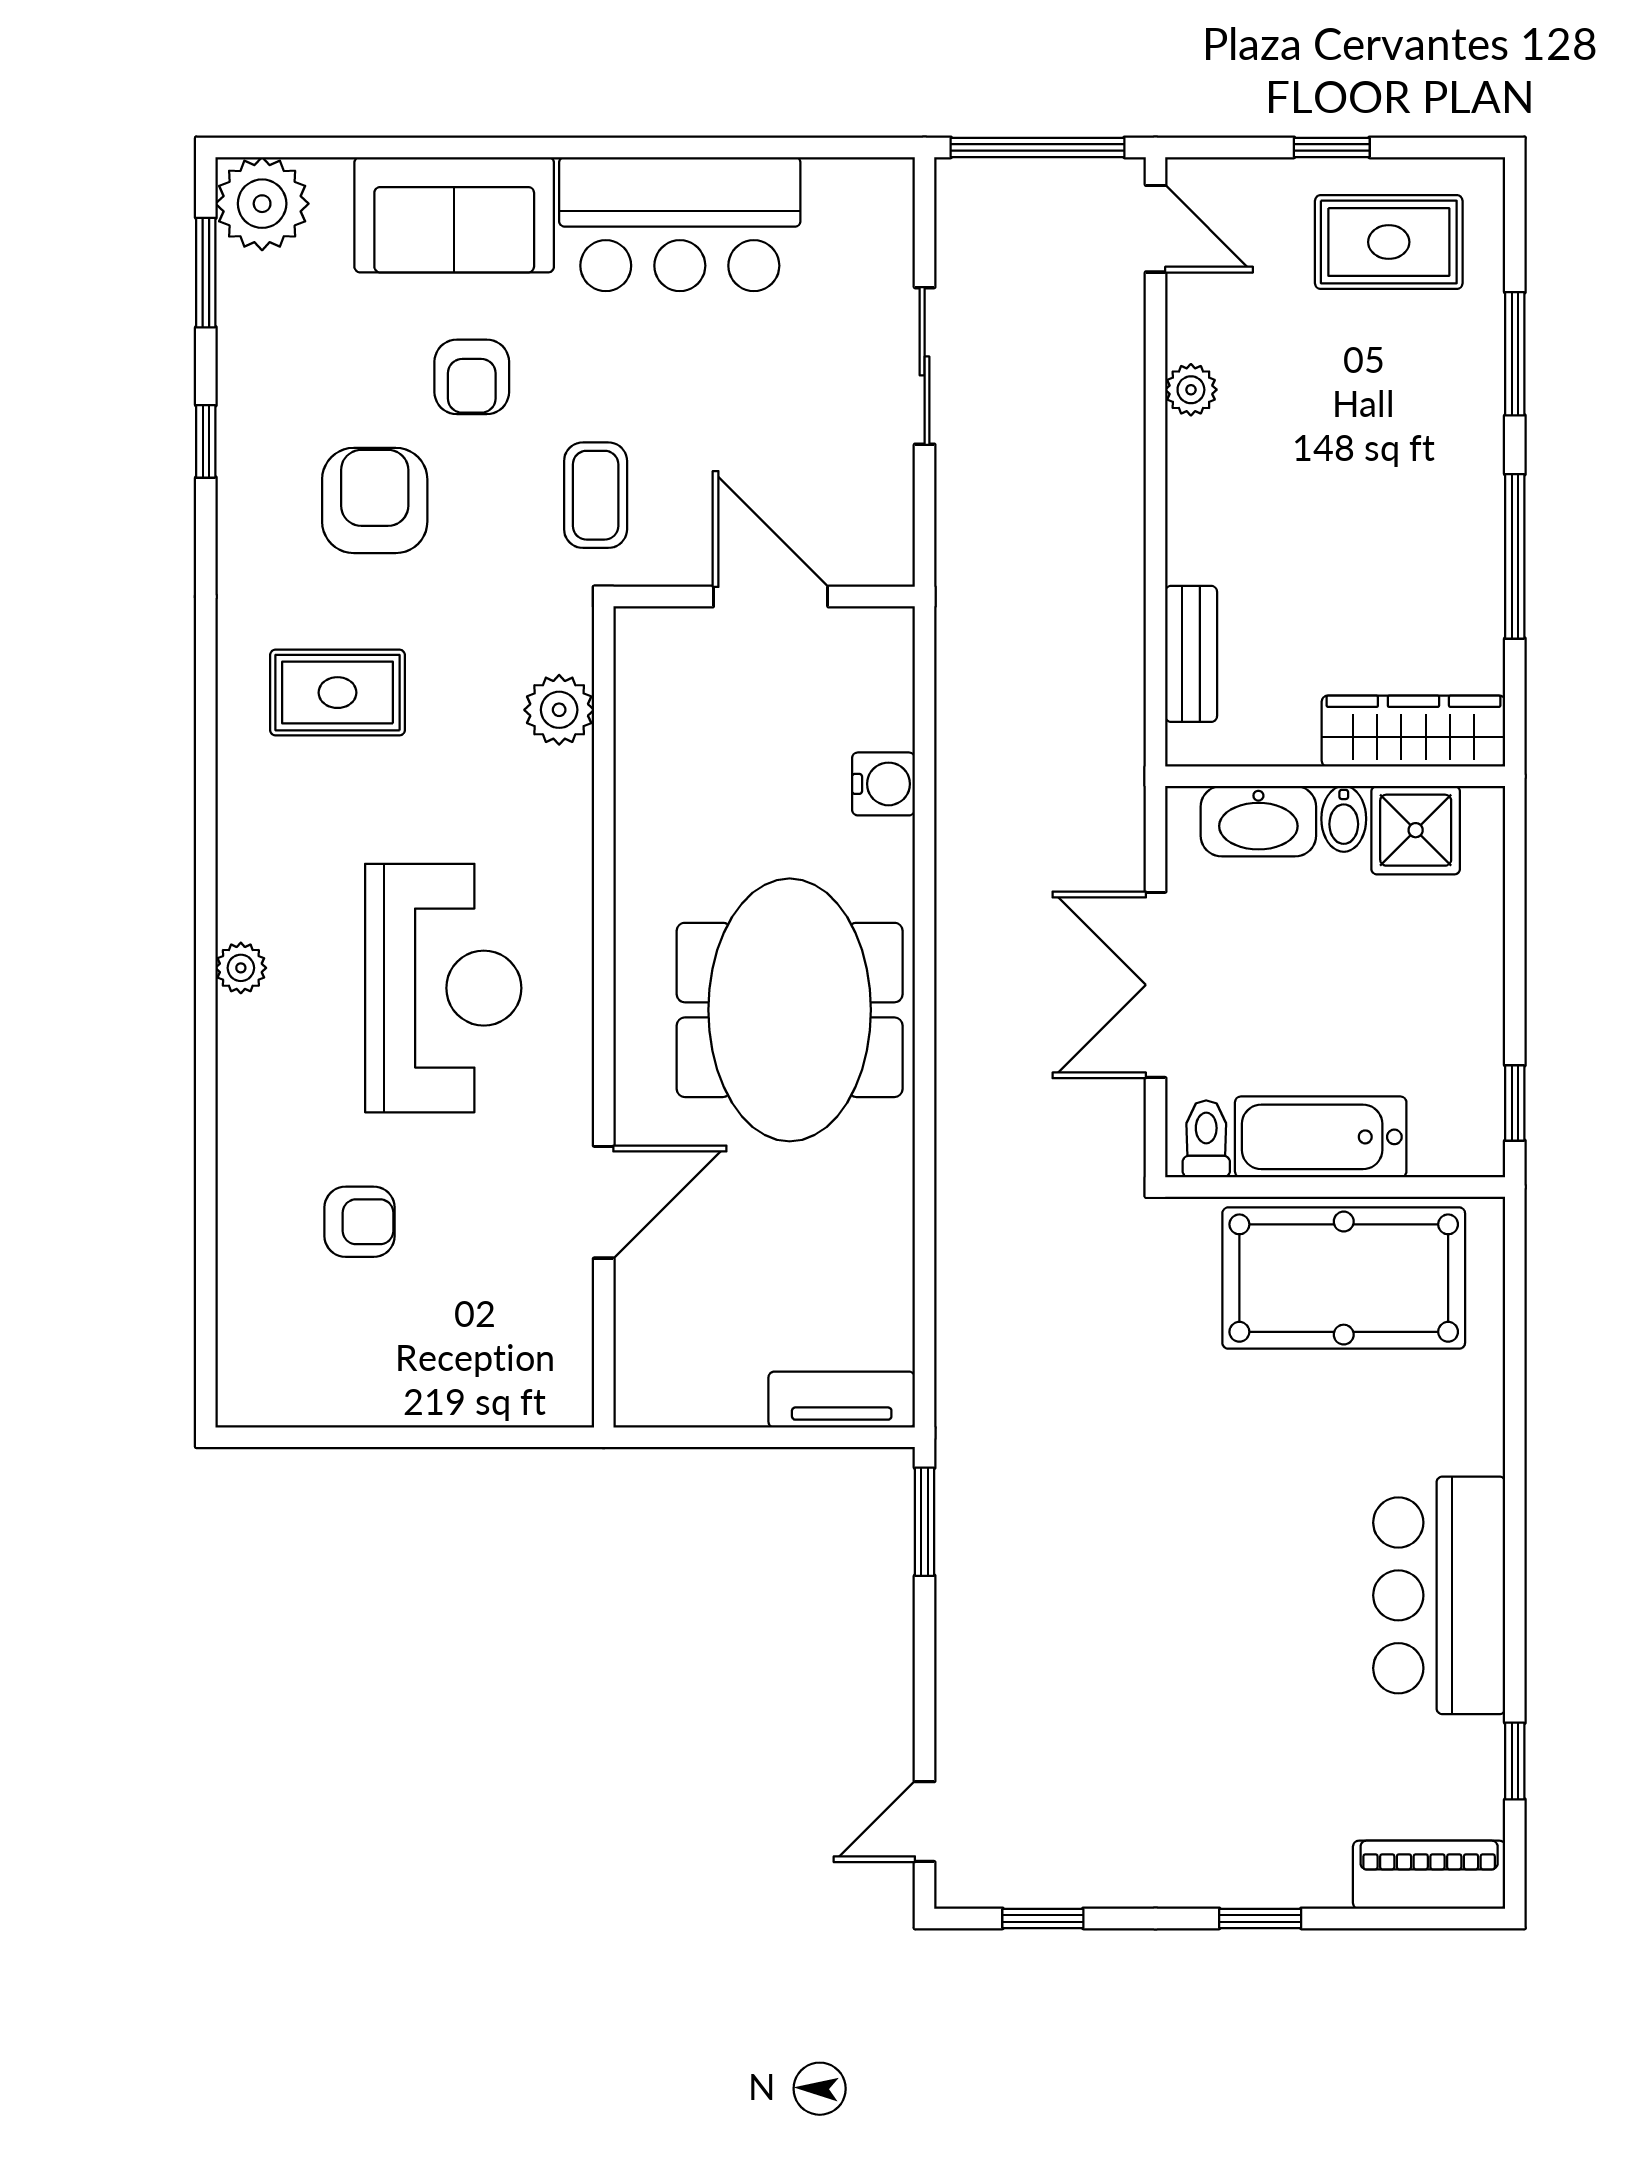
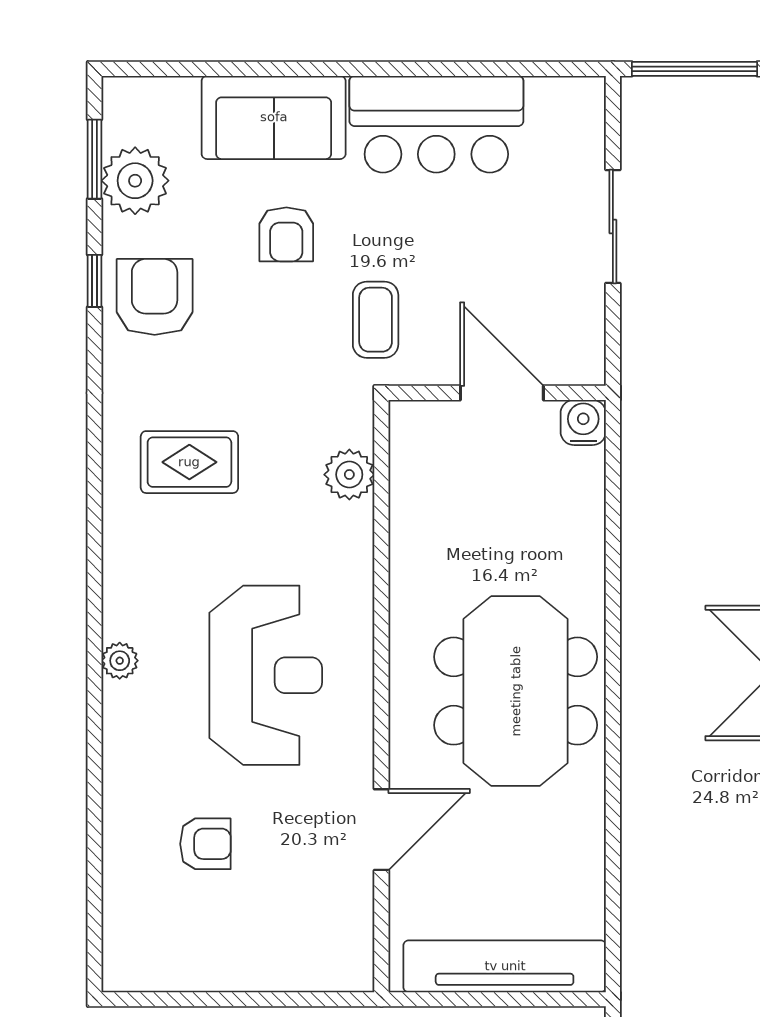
plant: (262, 204) -> (135, 181), moved
armchair: (375, 500) -> (155, 297), moved
water cooler: (883, 784) -> (583, 422), moved, turned -90
tv unit: (842, 1400) -> (505, 966), width x1.92, depth x1.29

